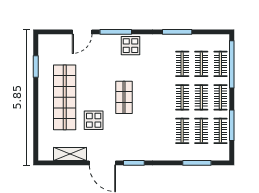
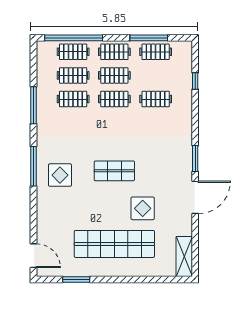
door: (82, 32) -> (34, 256), moved
window: (116, 32) -> (34, 166), moved
display table: (131, 46) -> (60, 175), moved
clothes rail: (201, 131) -> (156, 75), removed
shelving: (70, 154) -> (184, 256), moved
window: (197, 163) -> (195, 81), width x0.46

